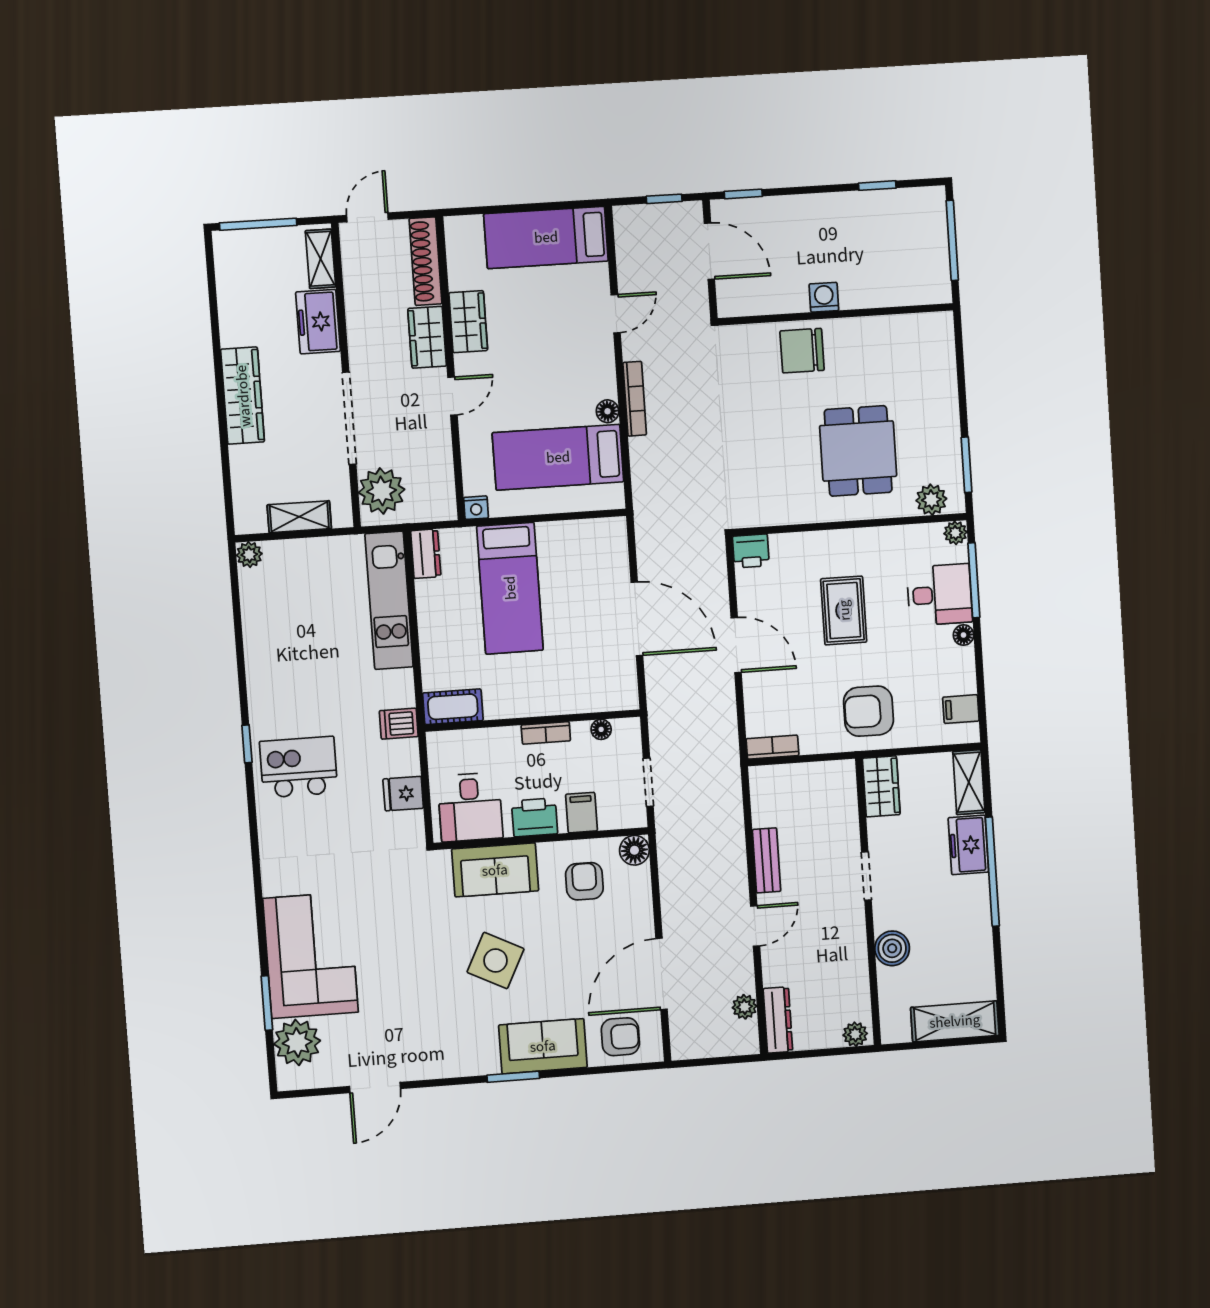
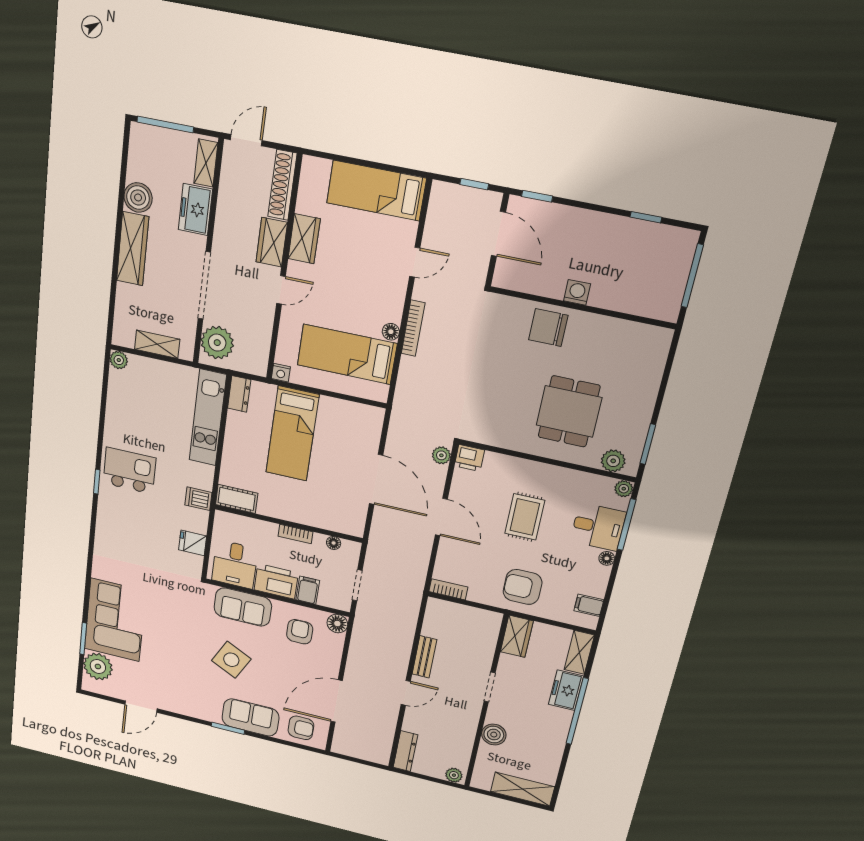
boiler: (238, 326) -> (138, 197), added
kitchen island: (299, 767) -> (129, 471), moved
printer: (535, 817) -> (276, 581), width x1.37, depth x1.19
plant: (745, 1007) -> (441, 455), moved

